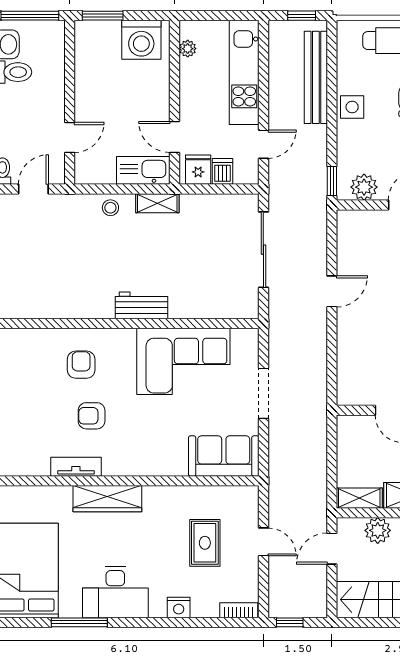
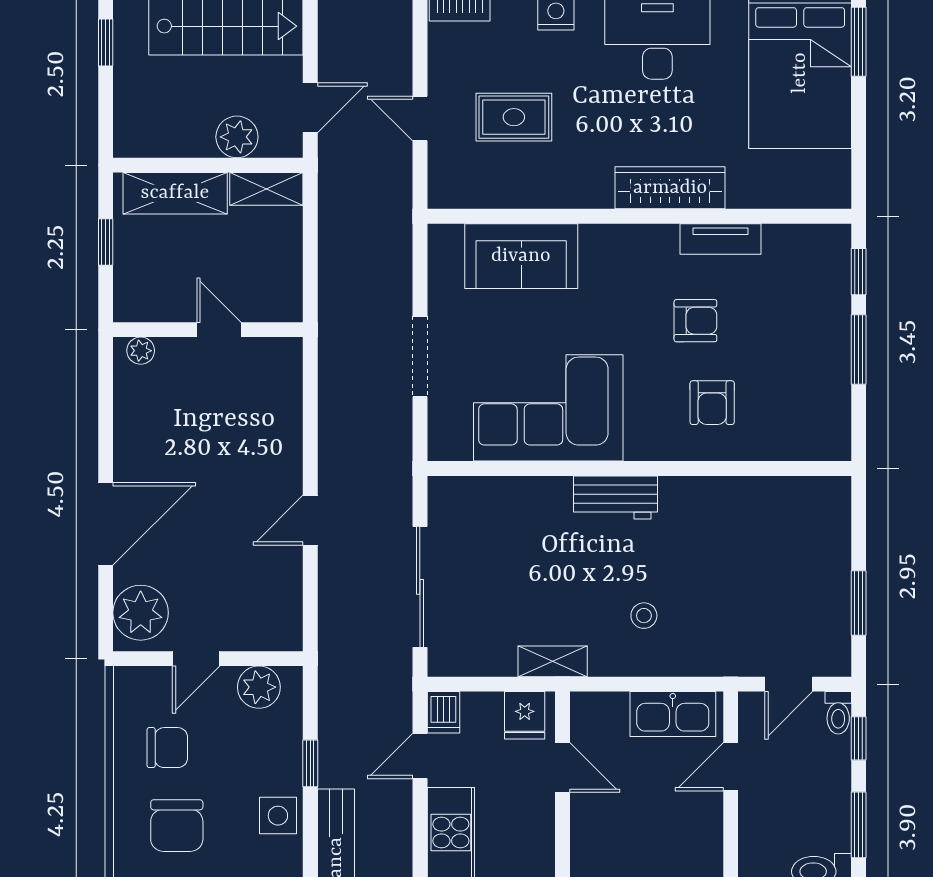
kitchen sink: (143, 170) -> (673, 714), moved
dishwasher: (222, 171) -> (443, 712), moved
window: (332, 181) -> (310, 763), moved
shelving: (157, 203) -> (553, 661), moved
stool: (110, 208) -> (644, 616), moved
sofa: (224, 456) -> (521, 256), moved
rug: (205, 543) -> (514, 117), turned 90

